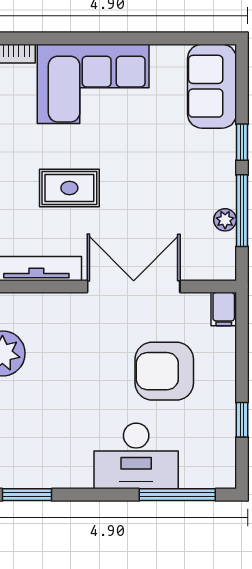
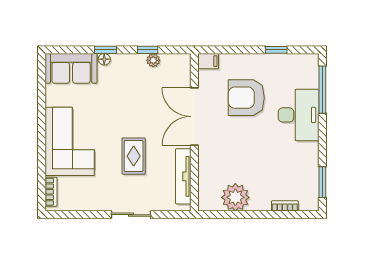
floor lamp: (227, 140) -> (104, 59), added
window: (242, 211) -> (148, 50), width x0.46
armchair: (164, 371) -> (246, 98), turned 90

